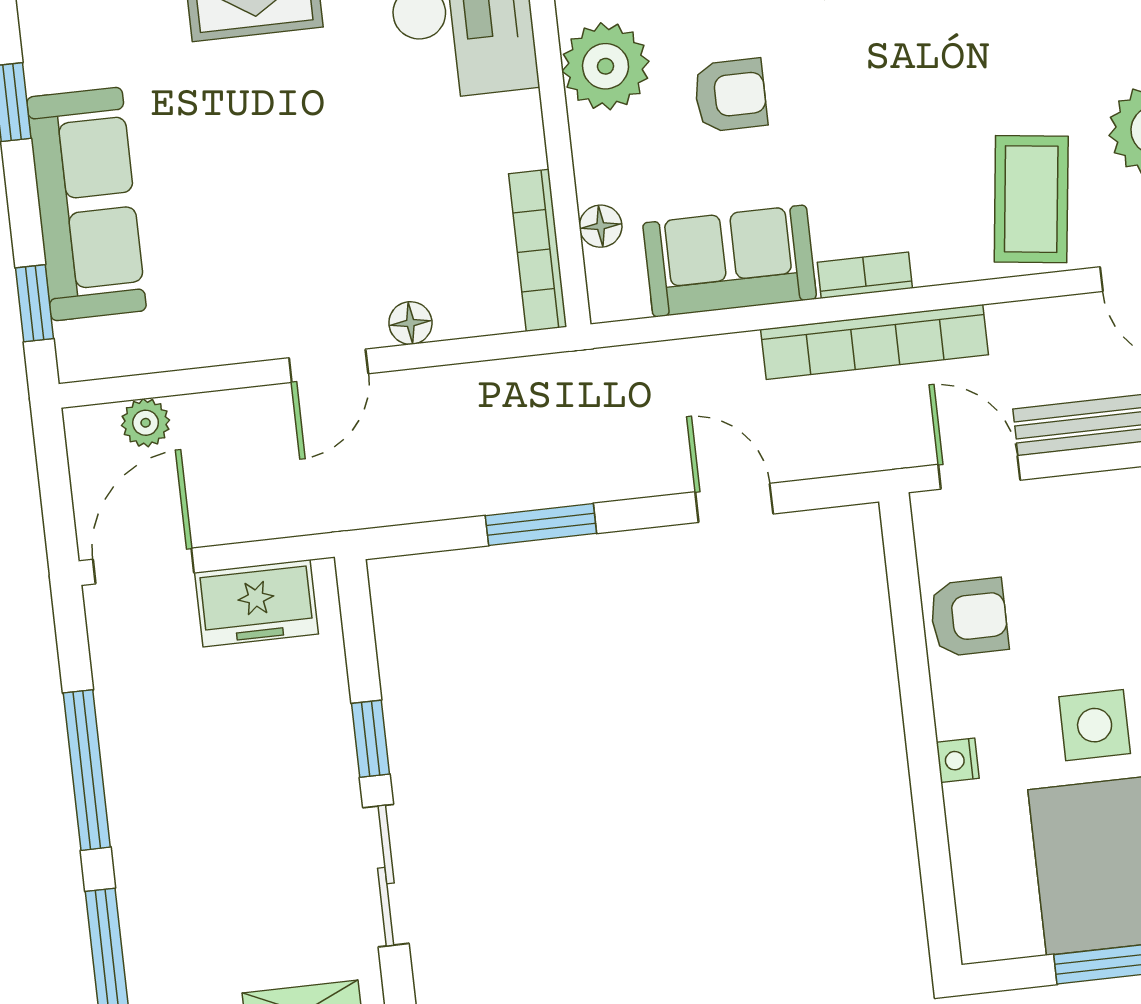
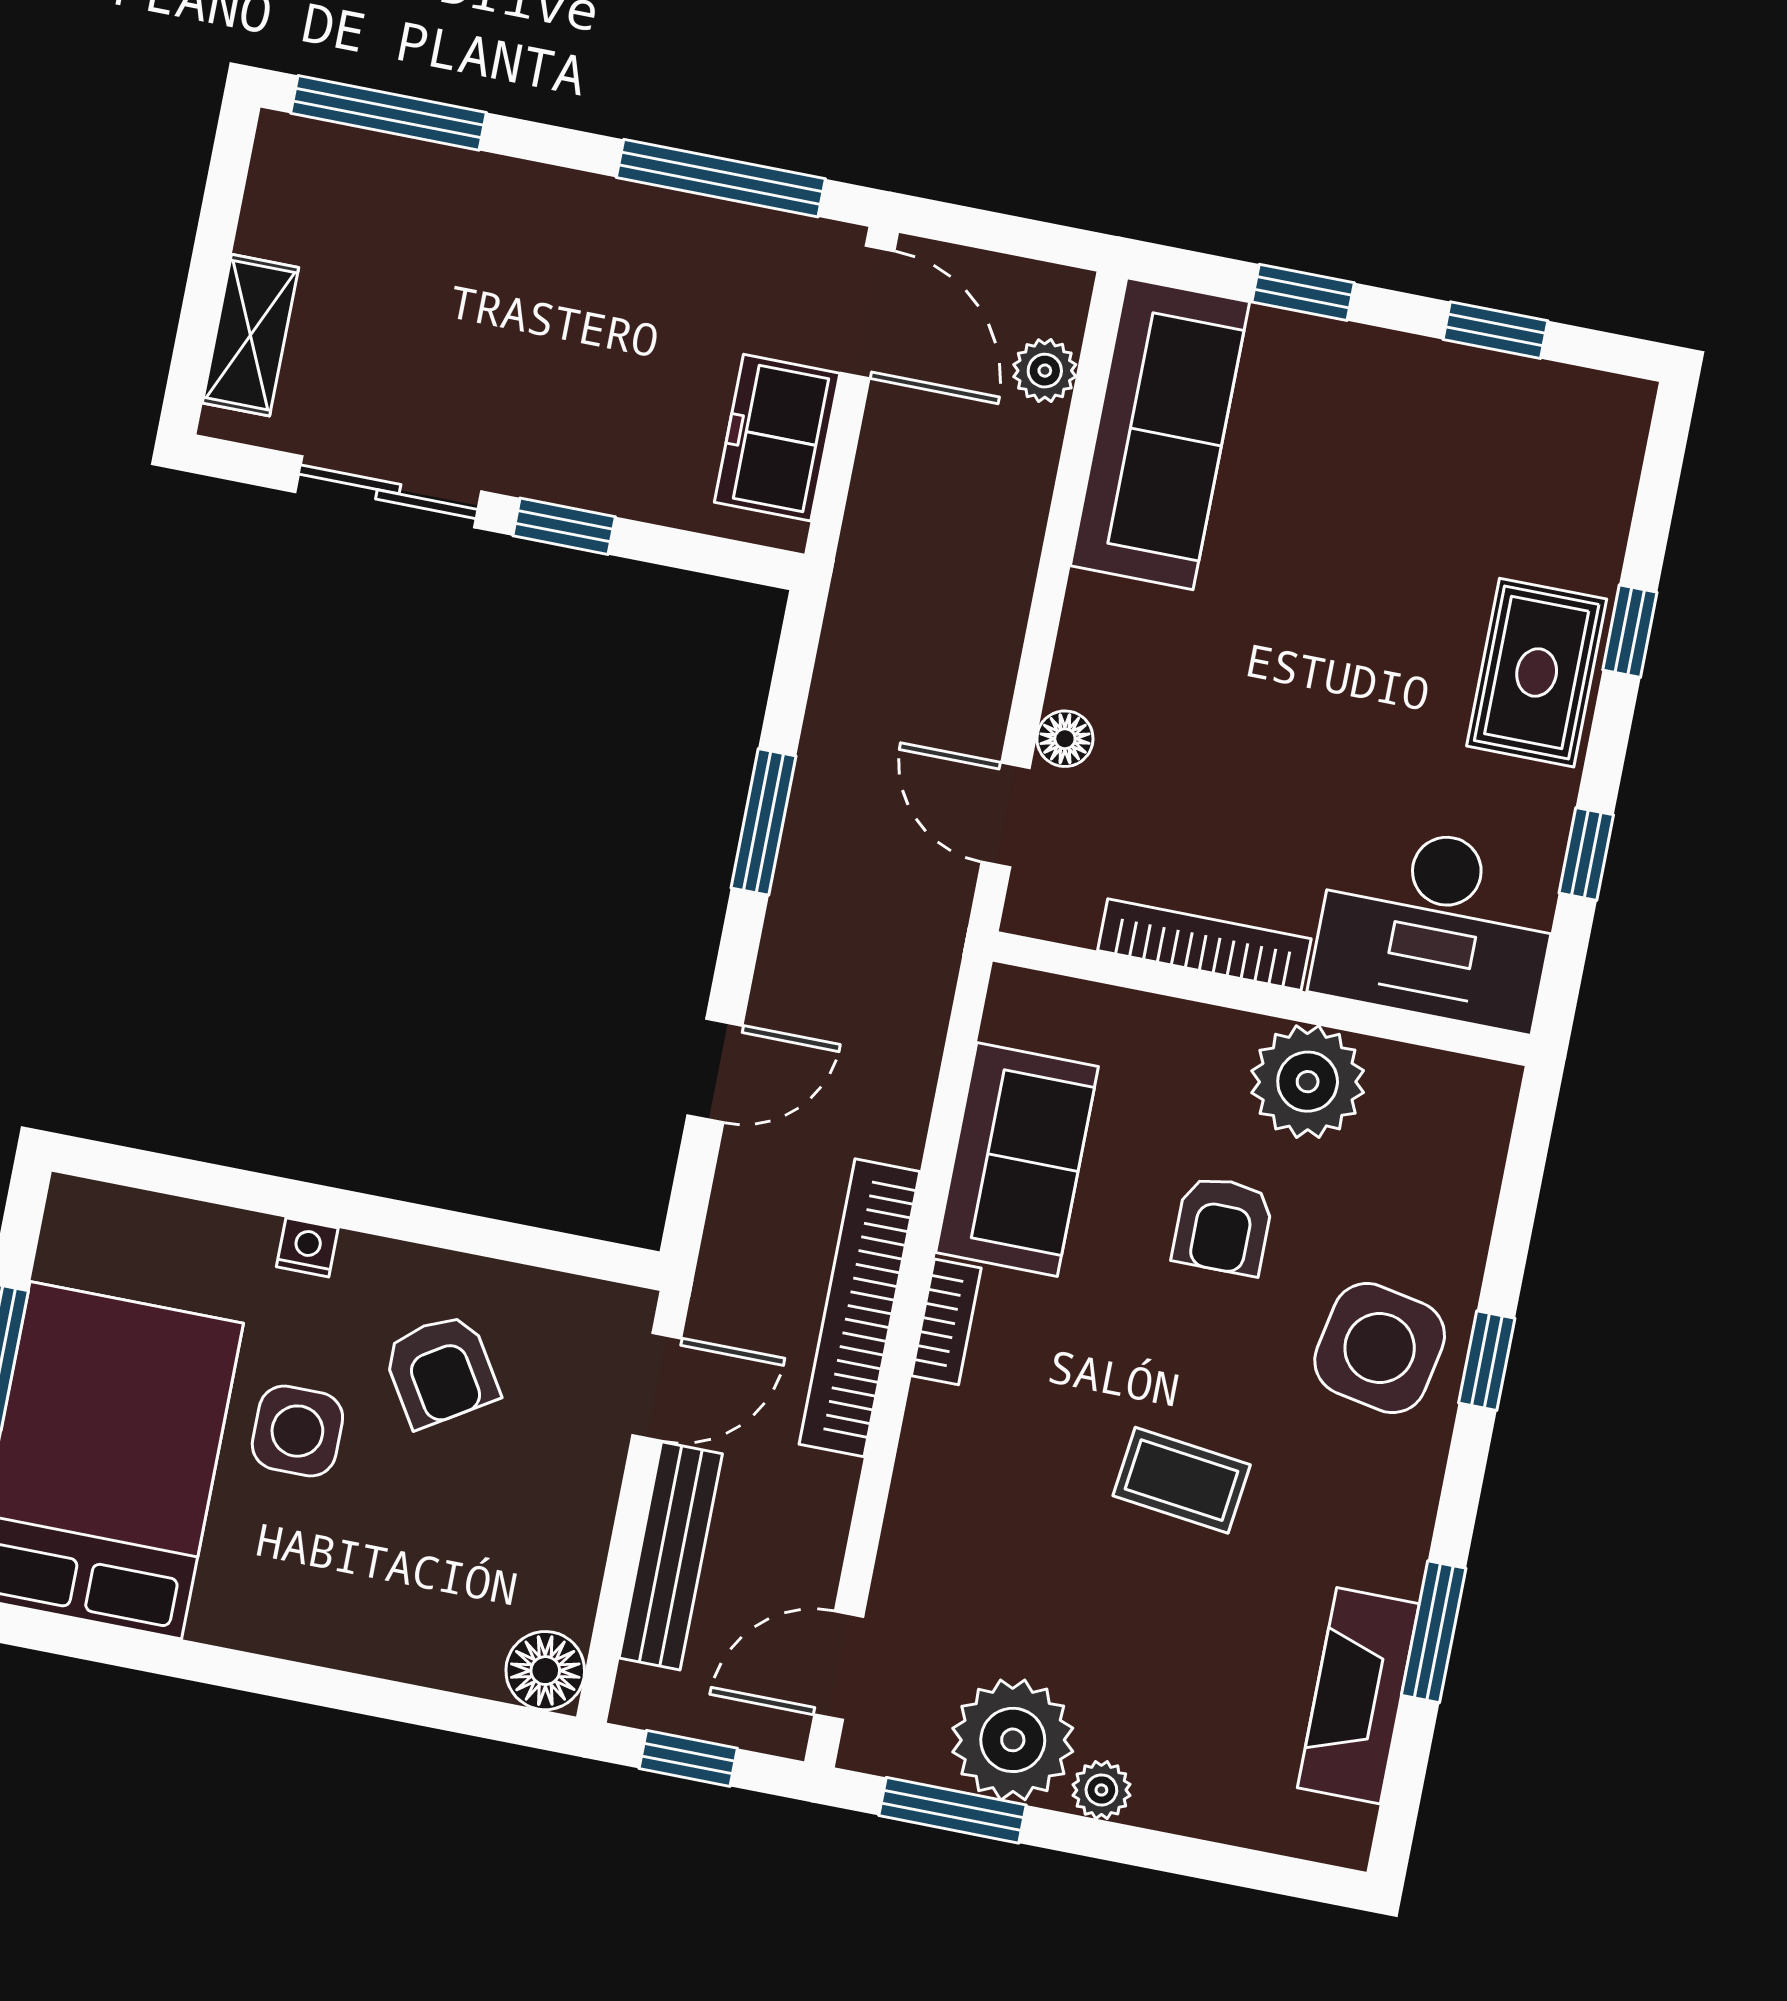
coffee table: (1031, 199) -> (1182, 1480), moved, width x0.73, depth x0.77
sofa: (87, 204) -> (1160, 434), moved, turned -90
floor lamp: (601, 226) -> (1111, 1013), removed
bookcase: (538, 250) -> (1204, 945), moved
window: (34, 303) -> (1303, 292), moved
door: (329, 366) -> (1006, 815), moved
armchair: (969, 617) -> (441, 1370), moved, turned -32
window: (87, 770) -> (721, 178), moved

